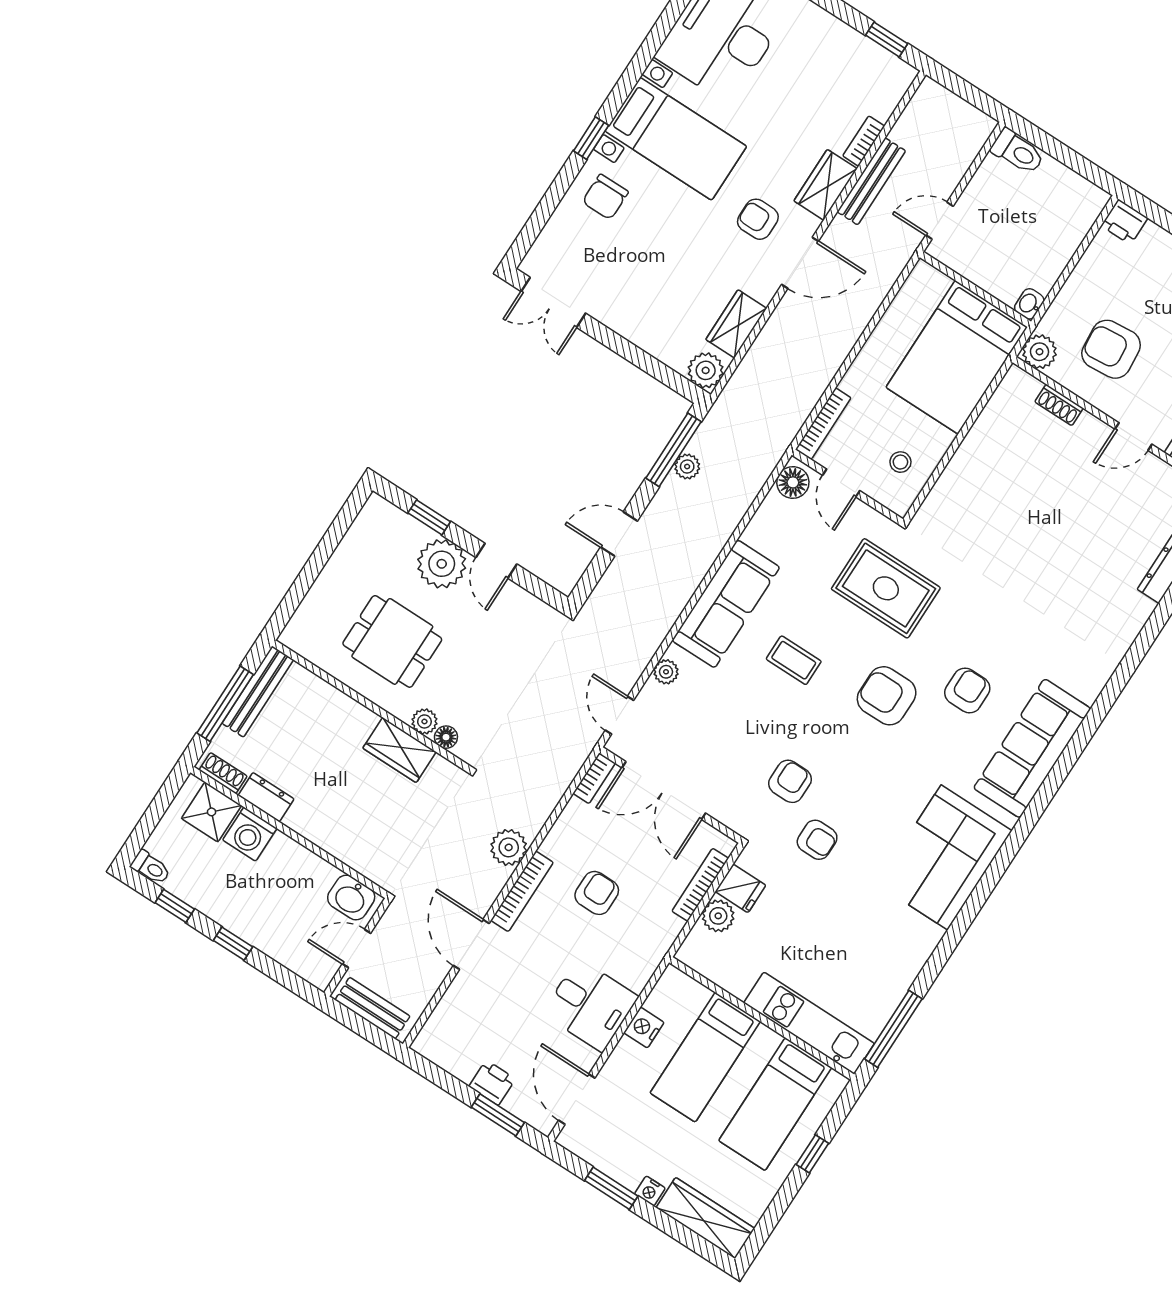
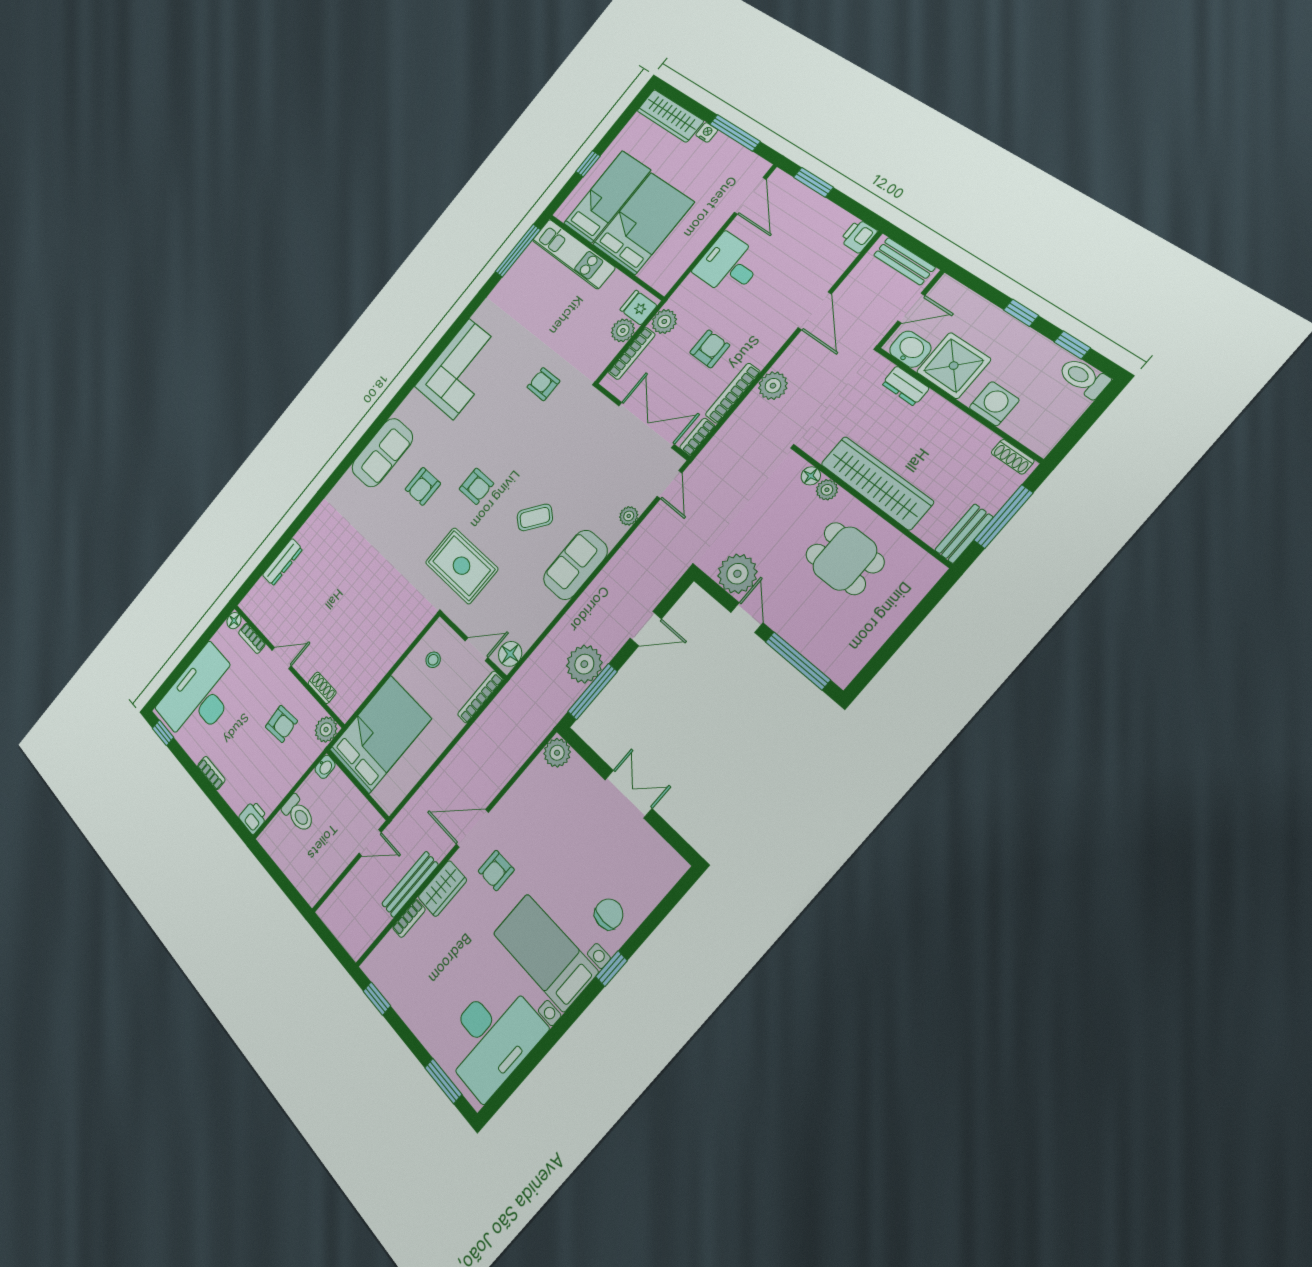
toilet: (1018, 152) -> (298, 814), moved, turned 180
armchair: (758, 219) -> (496, 870), turned 90
double door: (553, 302) -> (628, 794), moved
wardrobe: (736, 324) -> (528, 787), removed
armchair: (1111, 349) -> (281, 724), width x0.72, depth x0.72
plant: (687, 467) -> (584, 664), width x1.88, depth x1.88
door: (841, 483) -> (476, 649), hinge flipped
window: (429, 517) -> (798, 661), width x2.17
plant: (442, 564) -> (737, 574), moved
sofa: (726, 604) -> (575, 565), width x0.73
coffee table: (794, 660) -> (535, 517), turned -51
bench: (258, 692) -> (964, 534), width x0.73
armchair: (887, 696) -> (476, 486), width x0.72, depth x0.72
sofa: (1032, 748) -> (382, 453), width x0.73
wardrobe: (399, 750) -> (877, 483), width x2.10, depth x1.17
armchair: (790, 781) -> (554, 427), removed
dresser: (266, 797) -> (905, 386), moved
shower: (211, 812) -> (954, 366), moved, width x1.36, depth x1.36
toilet: (151, 867) -> (1084, 378), width x1.37, depth x1.39
fridge: (740, 888) -> (638, 308), moved
bookcase: (522, 891) -> (733, 393), moved
armchair: (597, 893) -> (710, 349), turned 180
plant: (663, 929) -> (664, 322), added
nightstand: (644, 1028) -> (691, 249), removed
bed: (705, 1057) -> (643, 224), width x1.50
printer: (492, 1083) -> (858, 236), moved, turned 90
window: (611, 1188) -> (735, 133), width x1.44

